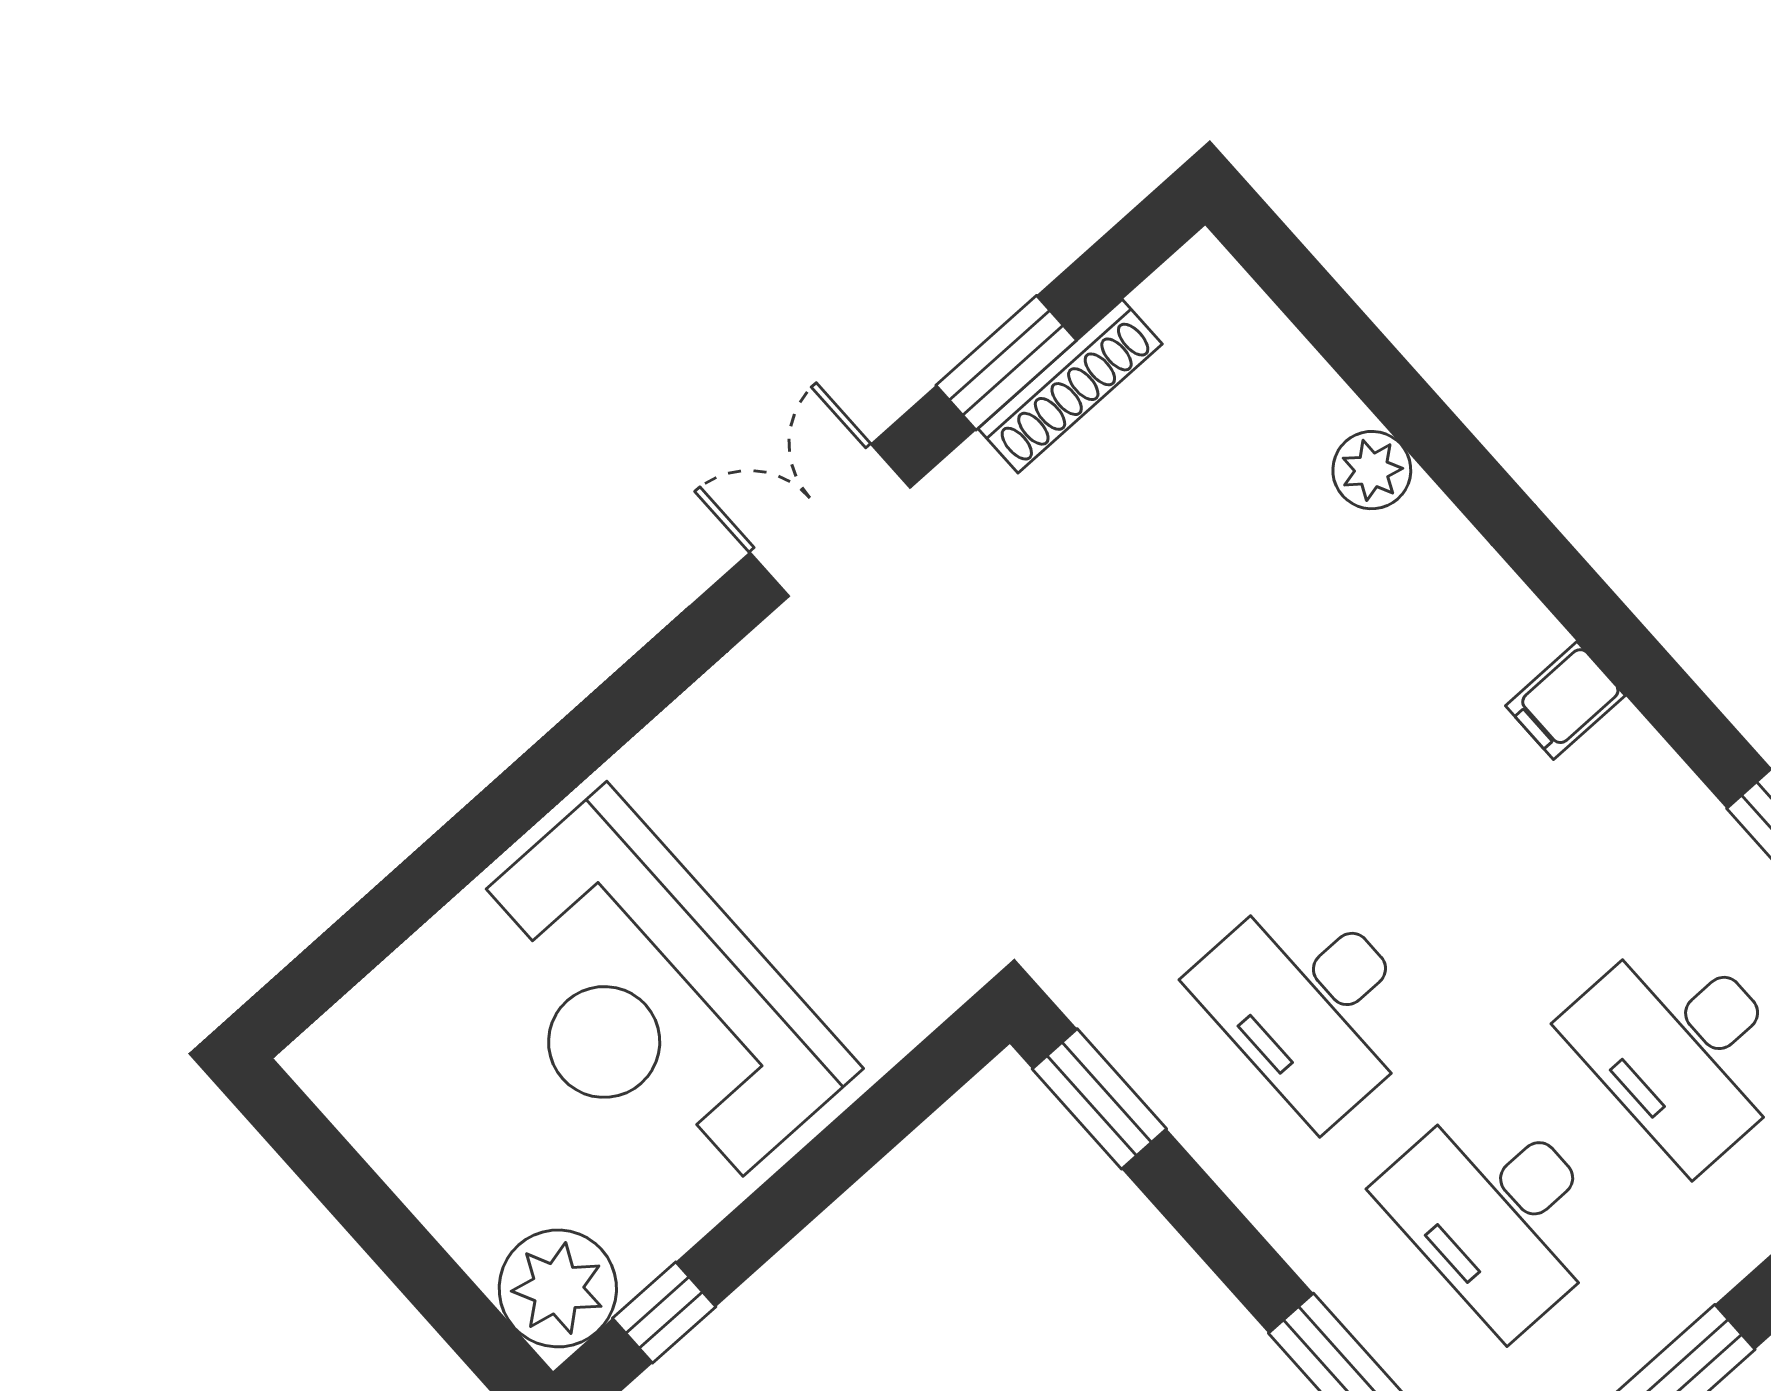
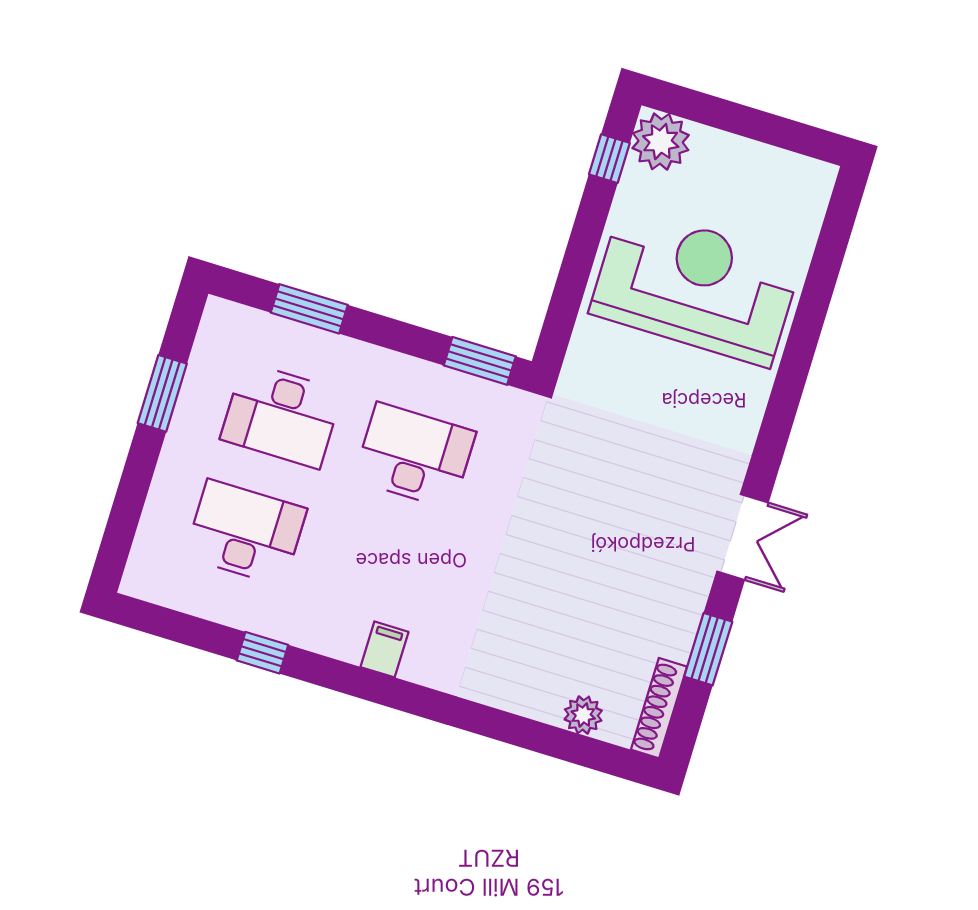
shoe rack: (1070, 386) -> (659, 708), moved
plant: (1372, 470) -> (583, 715), moved
desk: (1498, 1213) -> (281, 415), turned 180

